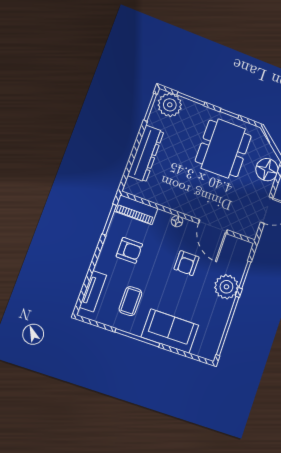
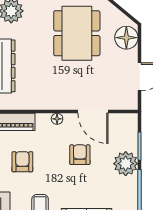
armchair: (129, 250) -> (22, 162), turned -90
armchair: (187, 263) -> (80, 155), turned 180

